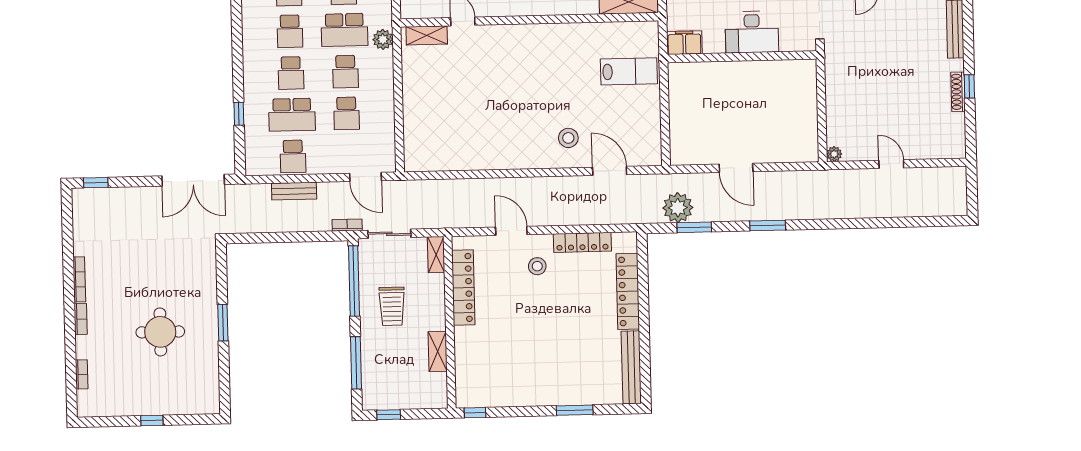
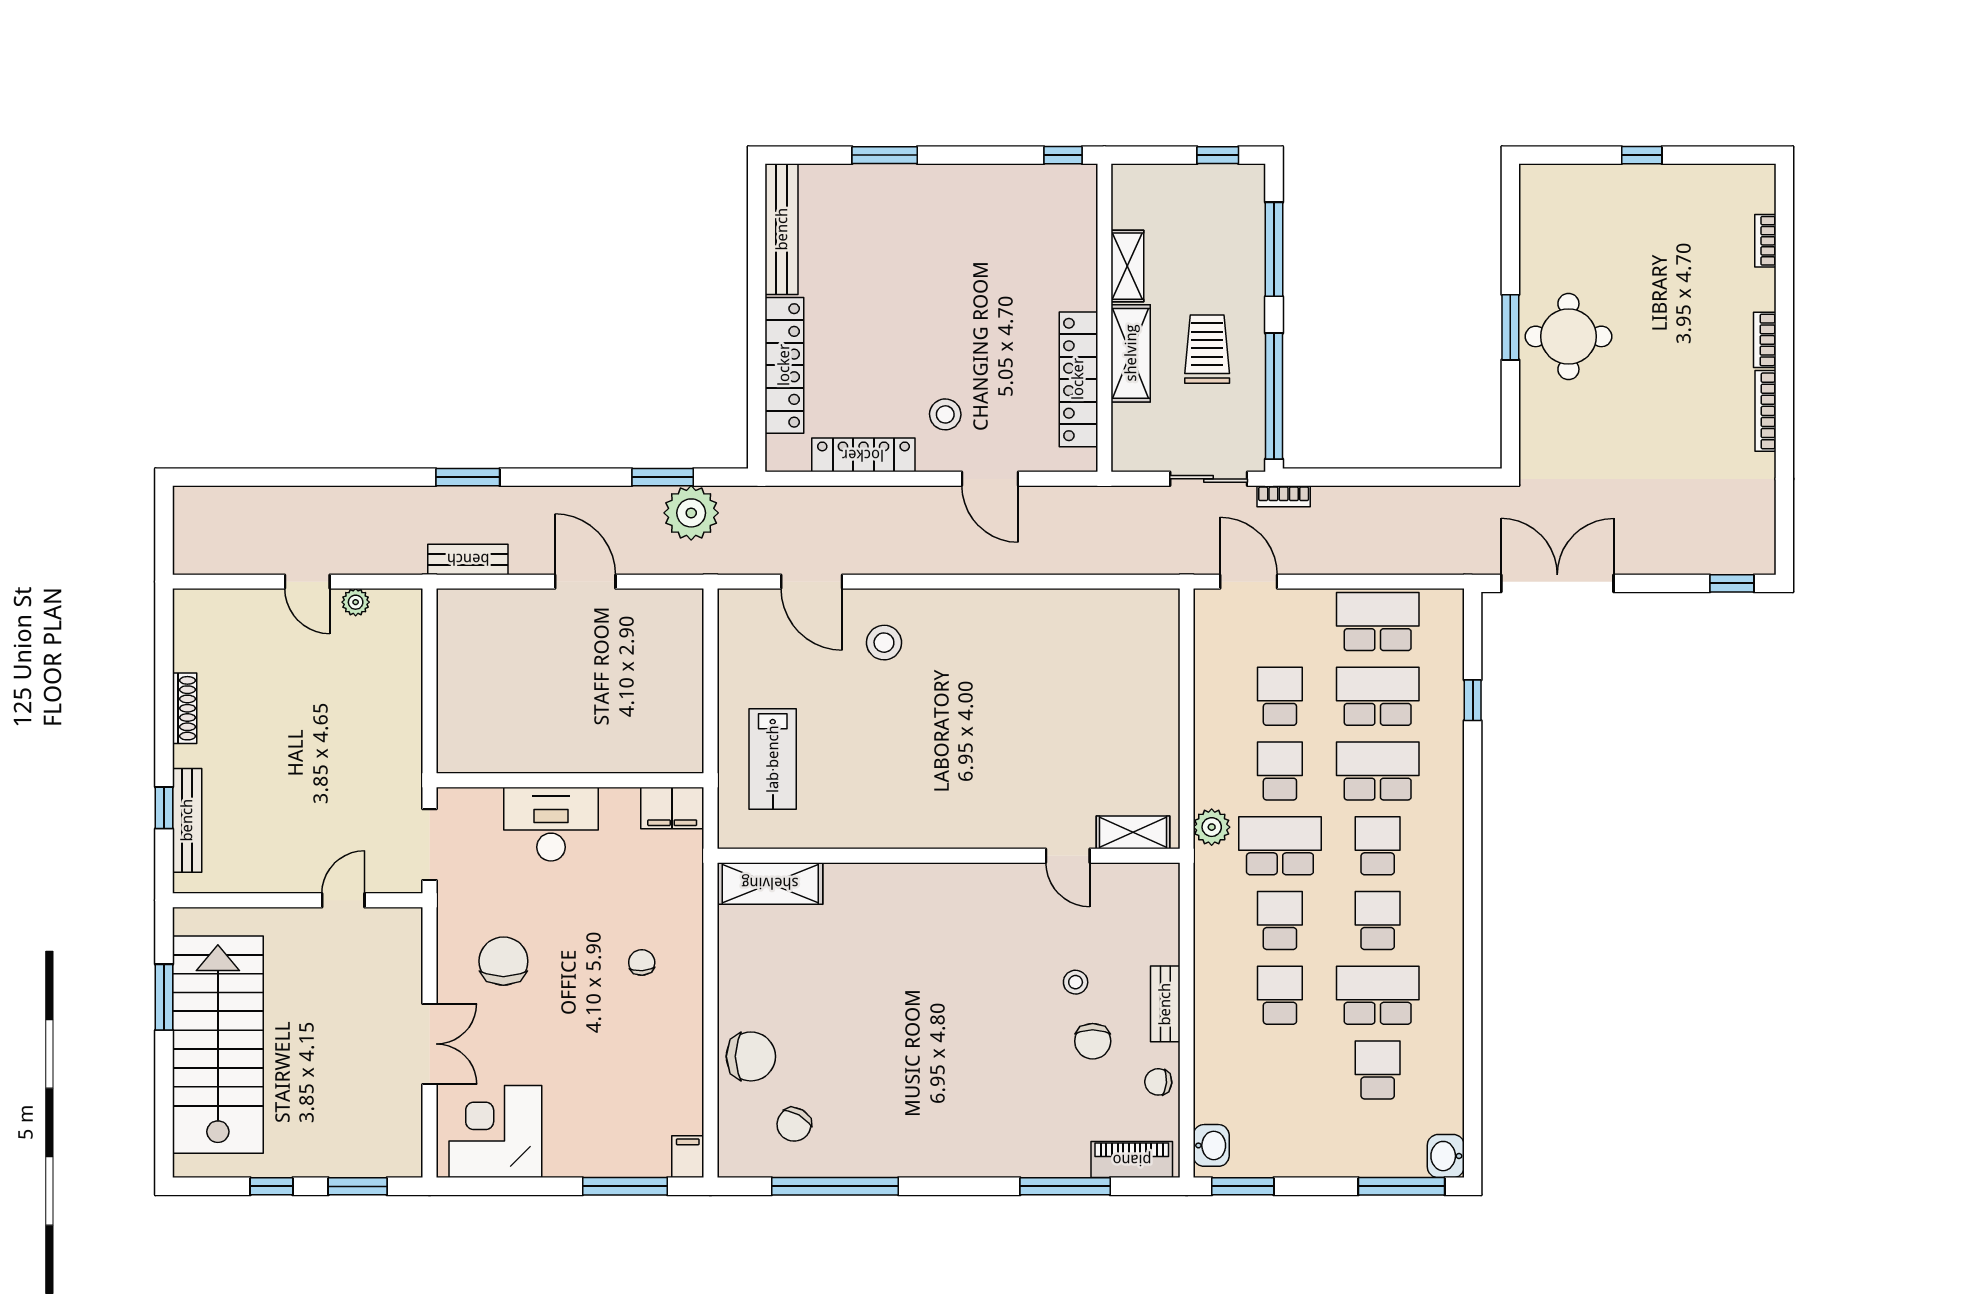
lab bench: (629, 71) -> (773, 759), turned -90
school desk: (291, 73) -> (1378, 771), width x1.85
window: (969, 86) -> (164, 808), moved
plant: (834, 154) -> (356, 602), moved
school desk: (293, 156) -> (1378, 622), width x1.85
bench: (294, 191) -> (468, 559), moved
window: (768, 226) -> (468, 477), moved
shelving: (436, 255) -> (1131, 353), moved, width x1.50, depth x1.33
round table: (160, 332) -> (1568, 336), moved

